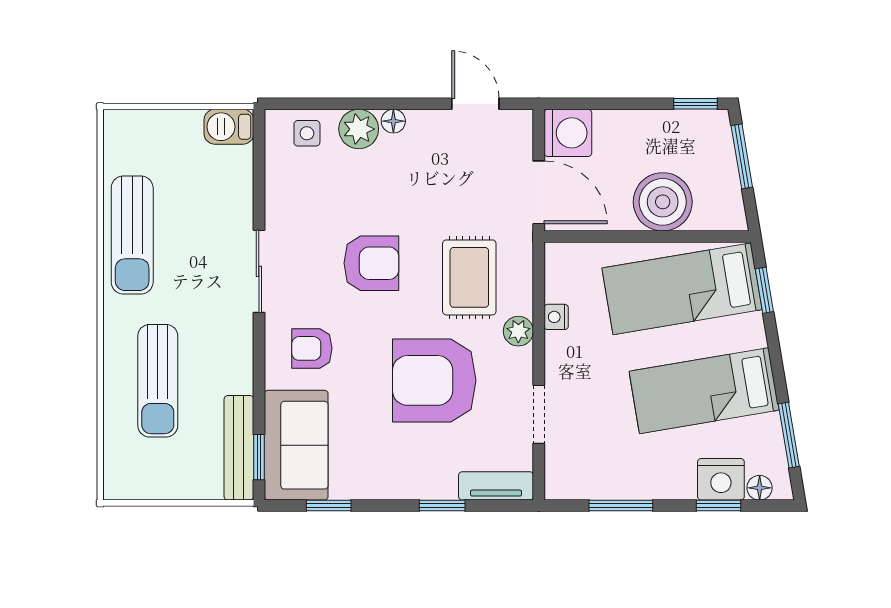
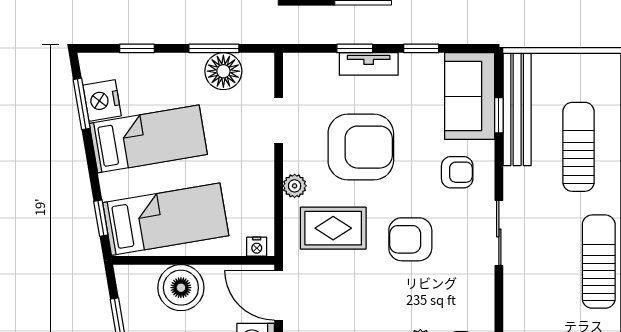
rug: (469, 277) -> (333, 228), turned 90
nightstand: (556, 317) -> (257, 247), moved, turned 90
bench: (239, 448) -> (517, 109), width x1.37, depth x1.21
window: (259, 457) -> (499, 115), moved
nightstand: (721, 479) -> (102, 100), moved, turned -100
tv unit: (496, 486) -> (369, 64), moved
floor lamp: (760, 488) -> (223, 71), moved, width x1.89, depth x1.89
window: (329, 506) -> (421, 48), moved

